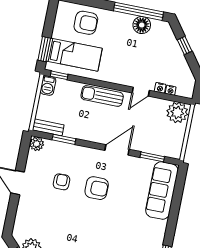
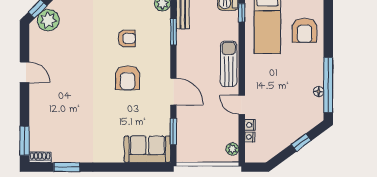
floor lamp: (142, 25) -> (319, 91), width x0.53, depth x0.53
plant: (177, 113) -> (232, 149), width x0.53, depth x0.53
sofa: (162, 191) -> (147, 149), width x0.73

